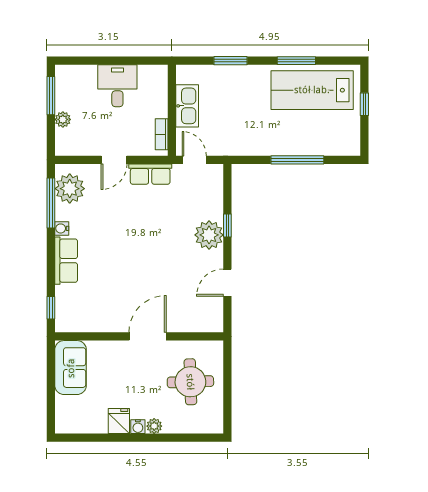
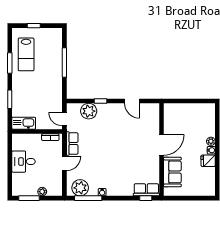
lab bench: (312, 90) -> (26, 54), width x0.73, depth x0.72
kitchen sink: (187, 106) -> (24, 123), moved
door: (114, 160) -> (64, 163), hinge flipped
door: (194, 160) -> (64, 119), hinge flipped
plant: (209, 235) -> (89, 111), moved
row of seats: (66, 261) -> (146, 190), moved
door: (148, 336) -> (162, 145), swing flipped
sofa: (71, 368) -> (172, 172), moved, turned 90
round table: (190, 382) -> (187, 121), removed

